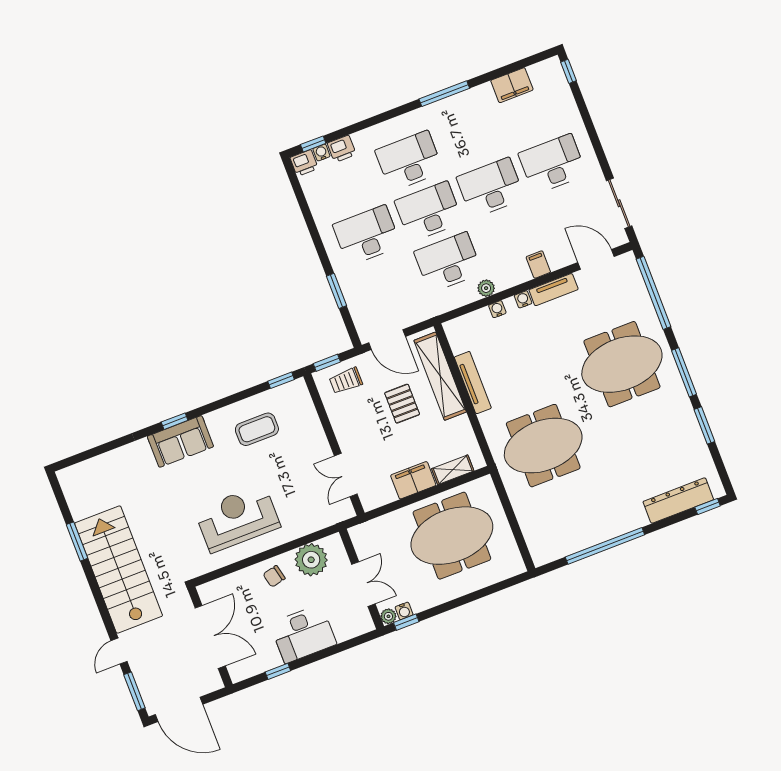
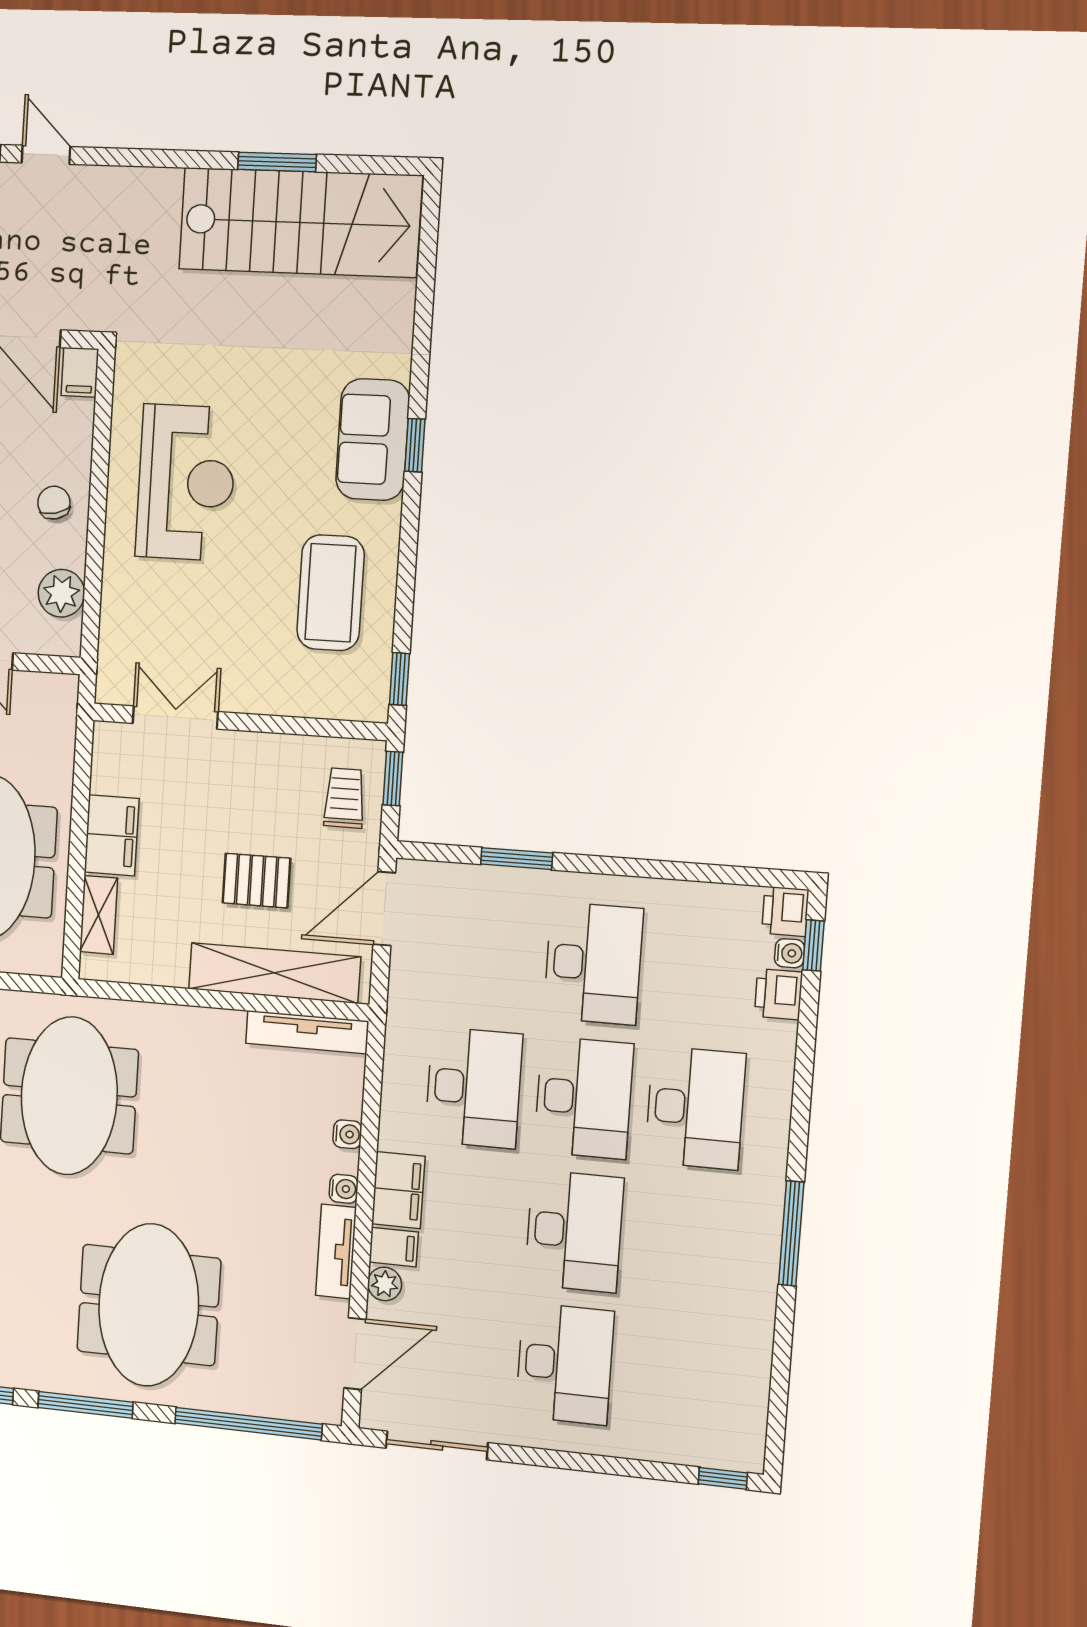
filing cabinet: (512, 85) -> (398, 1190), moved, turned 180
plant: (486, 288) -> (385, 1284), moved
tv unit: (473, 383) -> (307, 1032), moved
coffee table: (257, 429) -> (331, 593), width x1.36, depth x1.32
plant: (311, 560) -> (61, 593), width x0.73, depth x0.73
stairs: (119, 570) -> (300, 222), moved
filing cabinet: (210, 591) -> (80, 372), added

